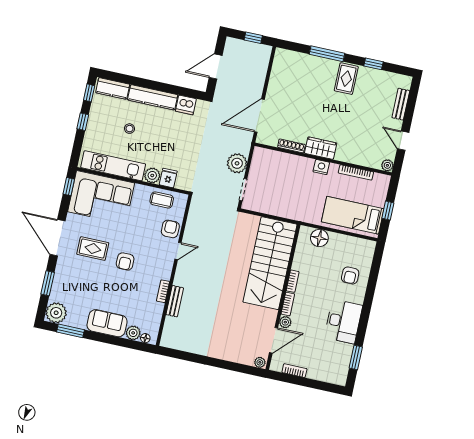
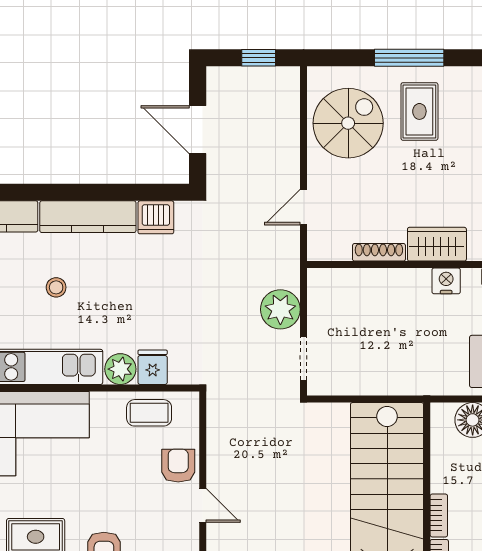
door: (216, 66) -> (198, 130), hinge flipped
spiral stairs: (290, 79) -> (348, 123), added
rug: (346, 79) -> (419, 111), moved
door: (259, 116) -> (304, 207), width x0.53
door: (178, 251) -> (203, 505), hinge flipped

